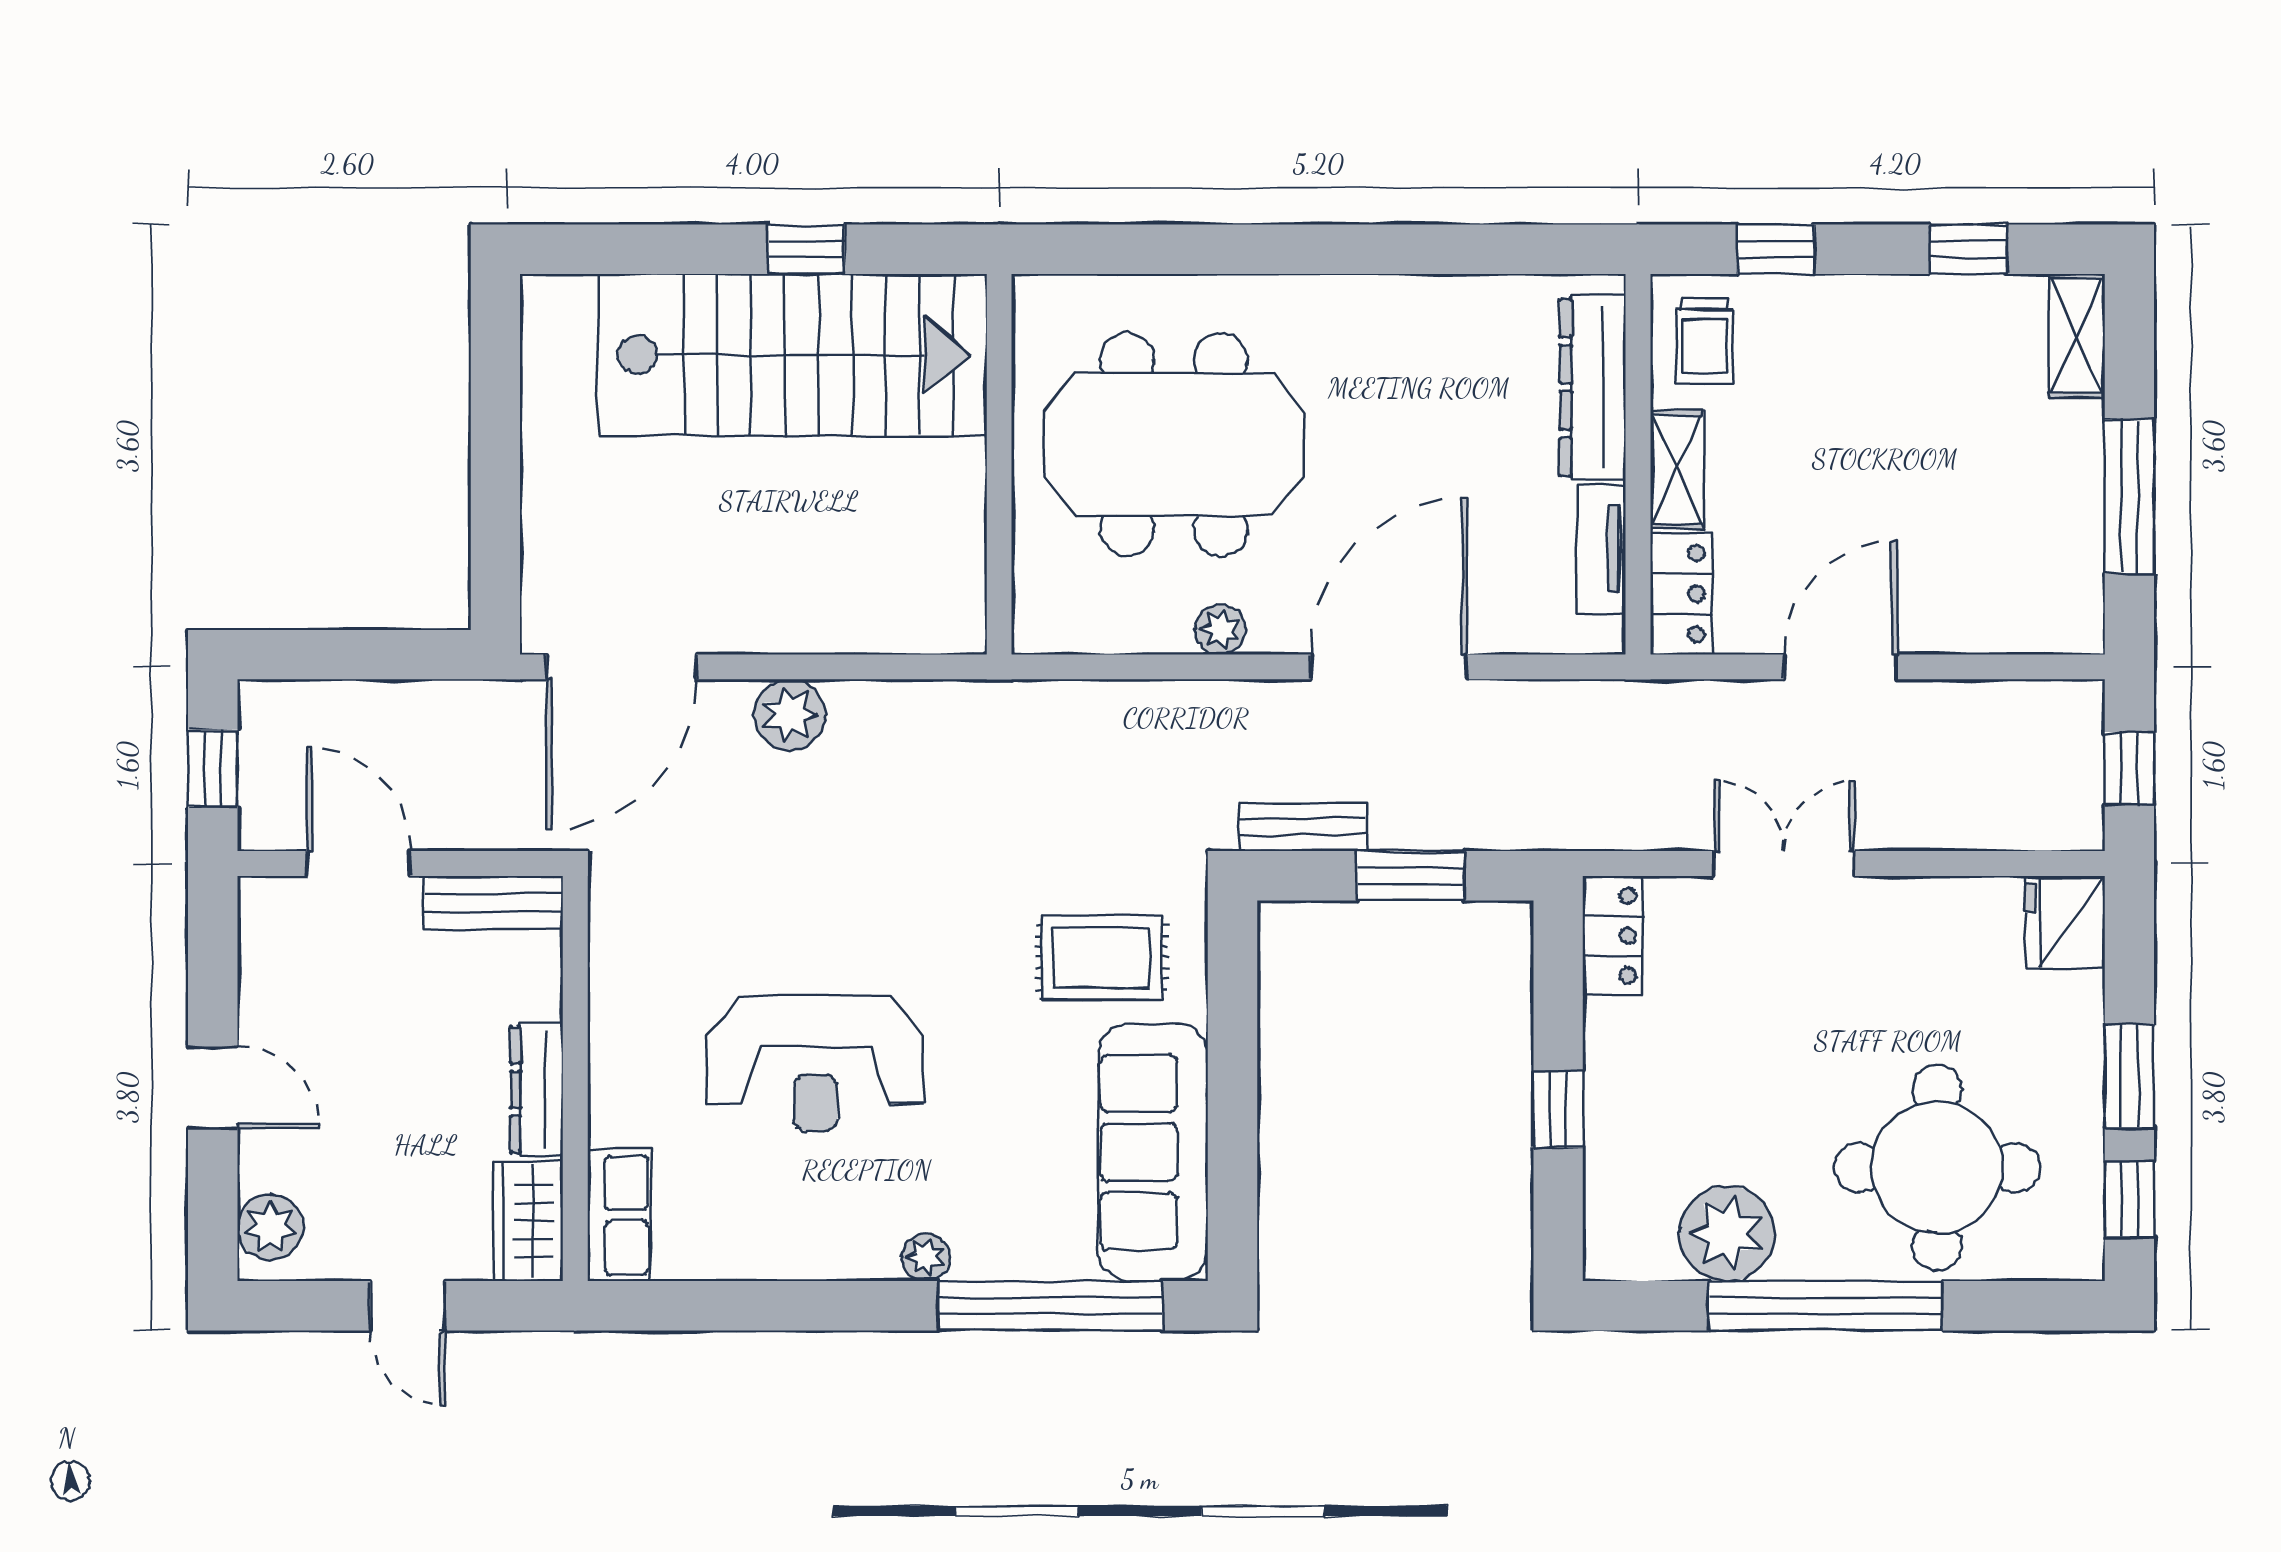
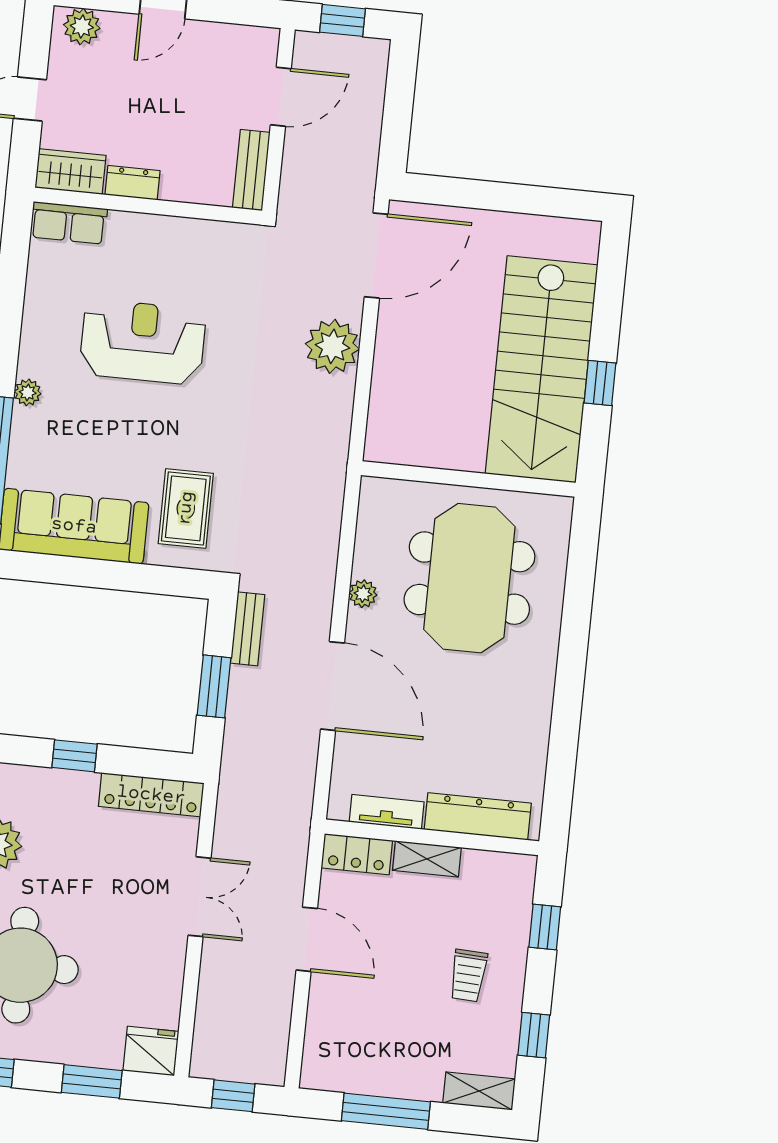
trolley: (1704, 341) -> (468, 975), moved, turned -87
door: (621, 667) -> (376, 255), swing flipped
plant: (790, 715) -> (332, 346), width x1.36, depth x1.36
locker: (1613, 936) -> (151, 795), width x1.53
reception desk: (816, 1063) -> (143, 342), turned 90
window: (2129, 1076) -> (92, 1081), moved
dresser: (537, 1089) -> (132, 183), width x0.70

